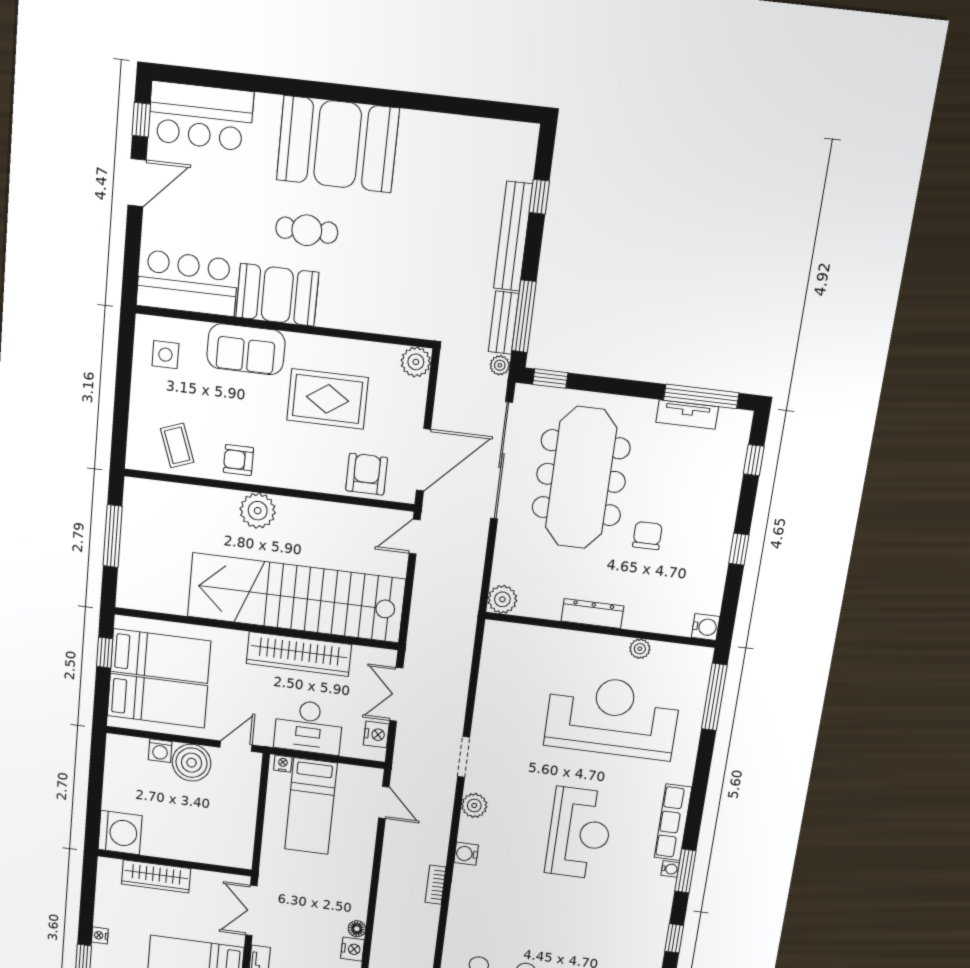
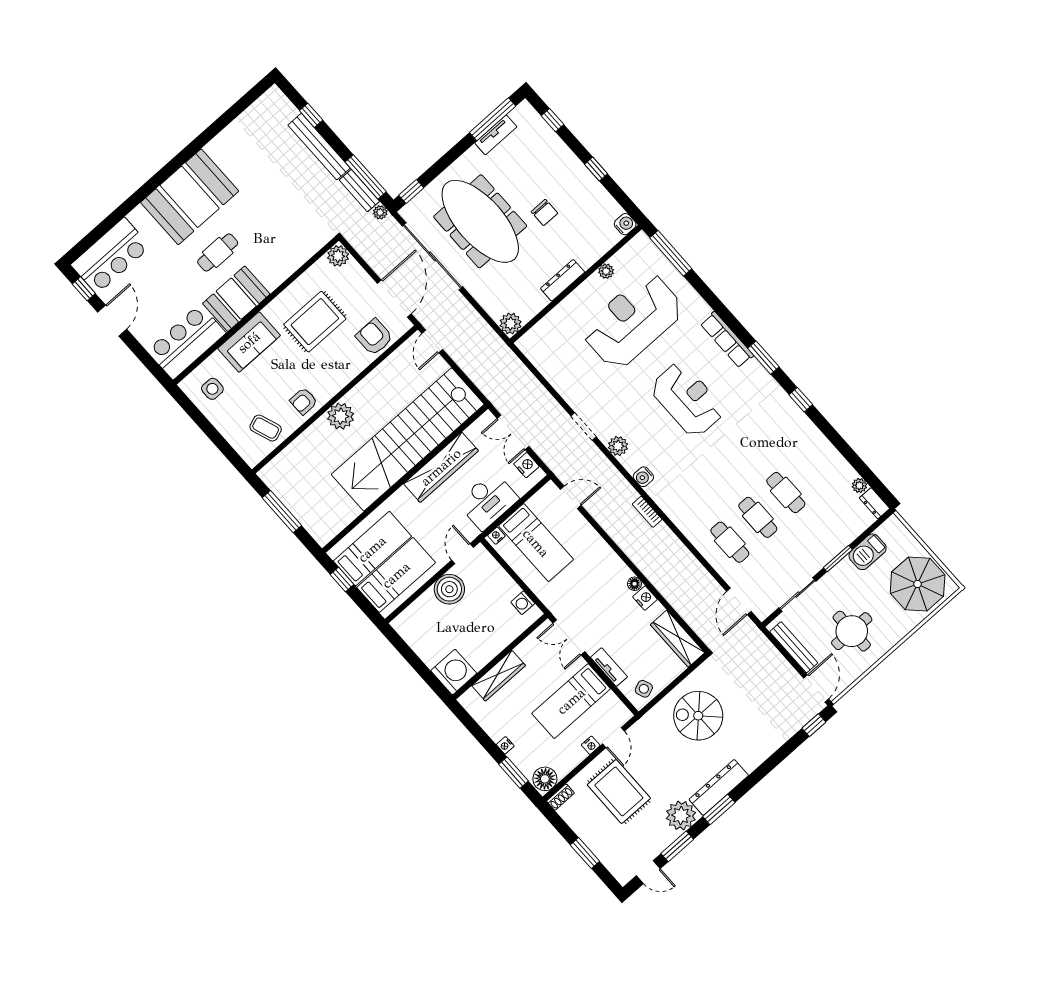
chair: (647, 536) -> (544, 212), turned 180
washing machine: (160, 751) -> (523, 603), moved, turned 90
water cooler: (670, 869) -> (755, 365), removed

